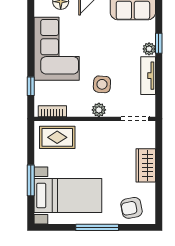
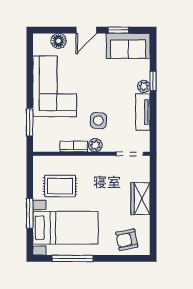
window: (31, 86) -> (30, 122), width x1.50
bookcase: (52, 111) -> (74, 146), moved
rug: (57, 137) -> (60, 186), moved
window: (97, 227) -> (72, 258), moved

